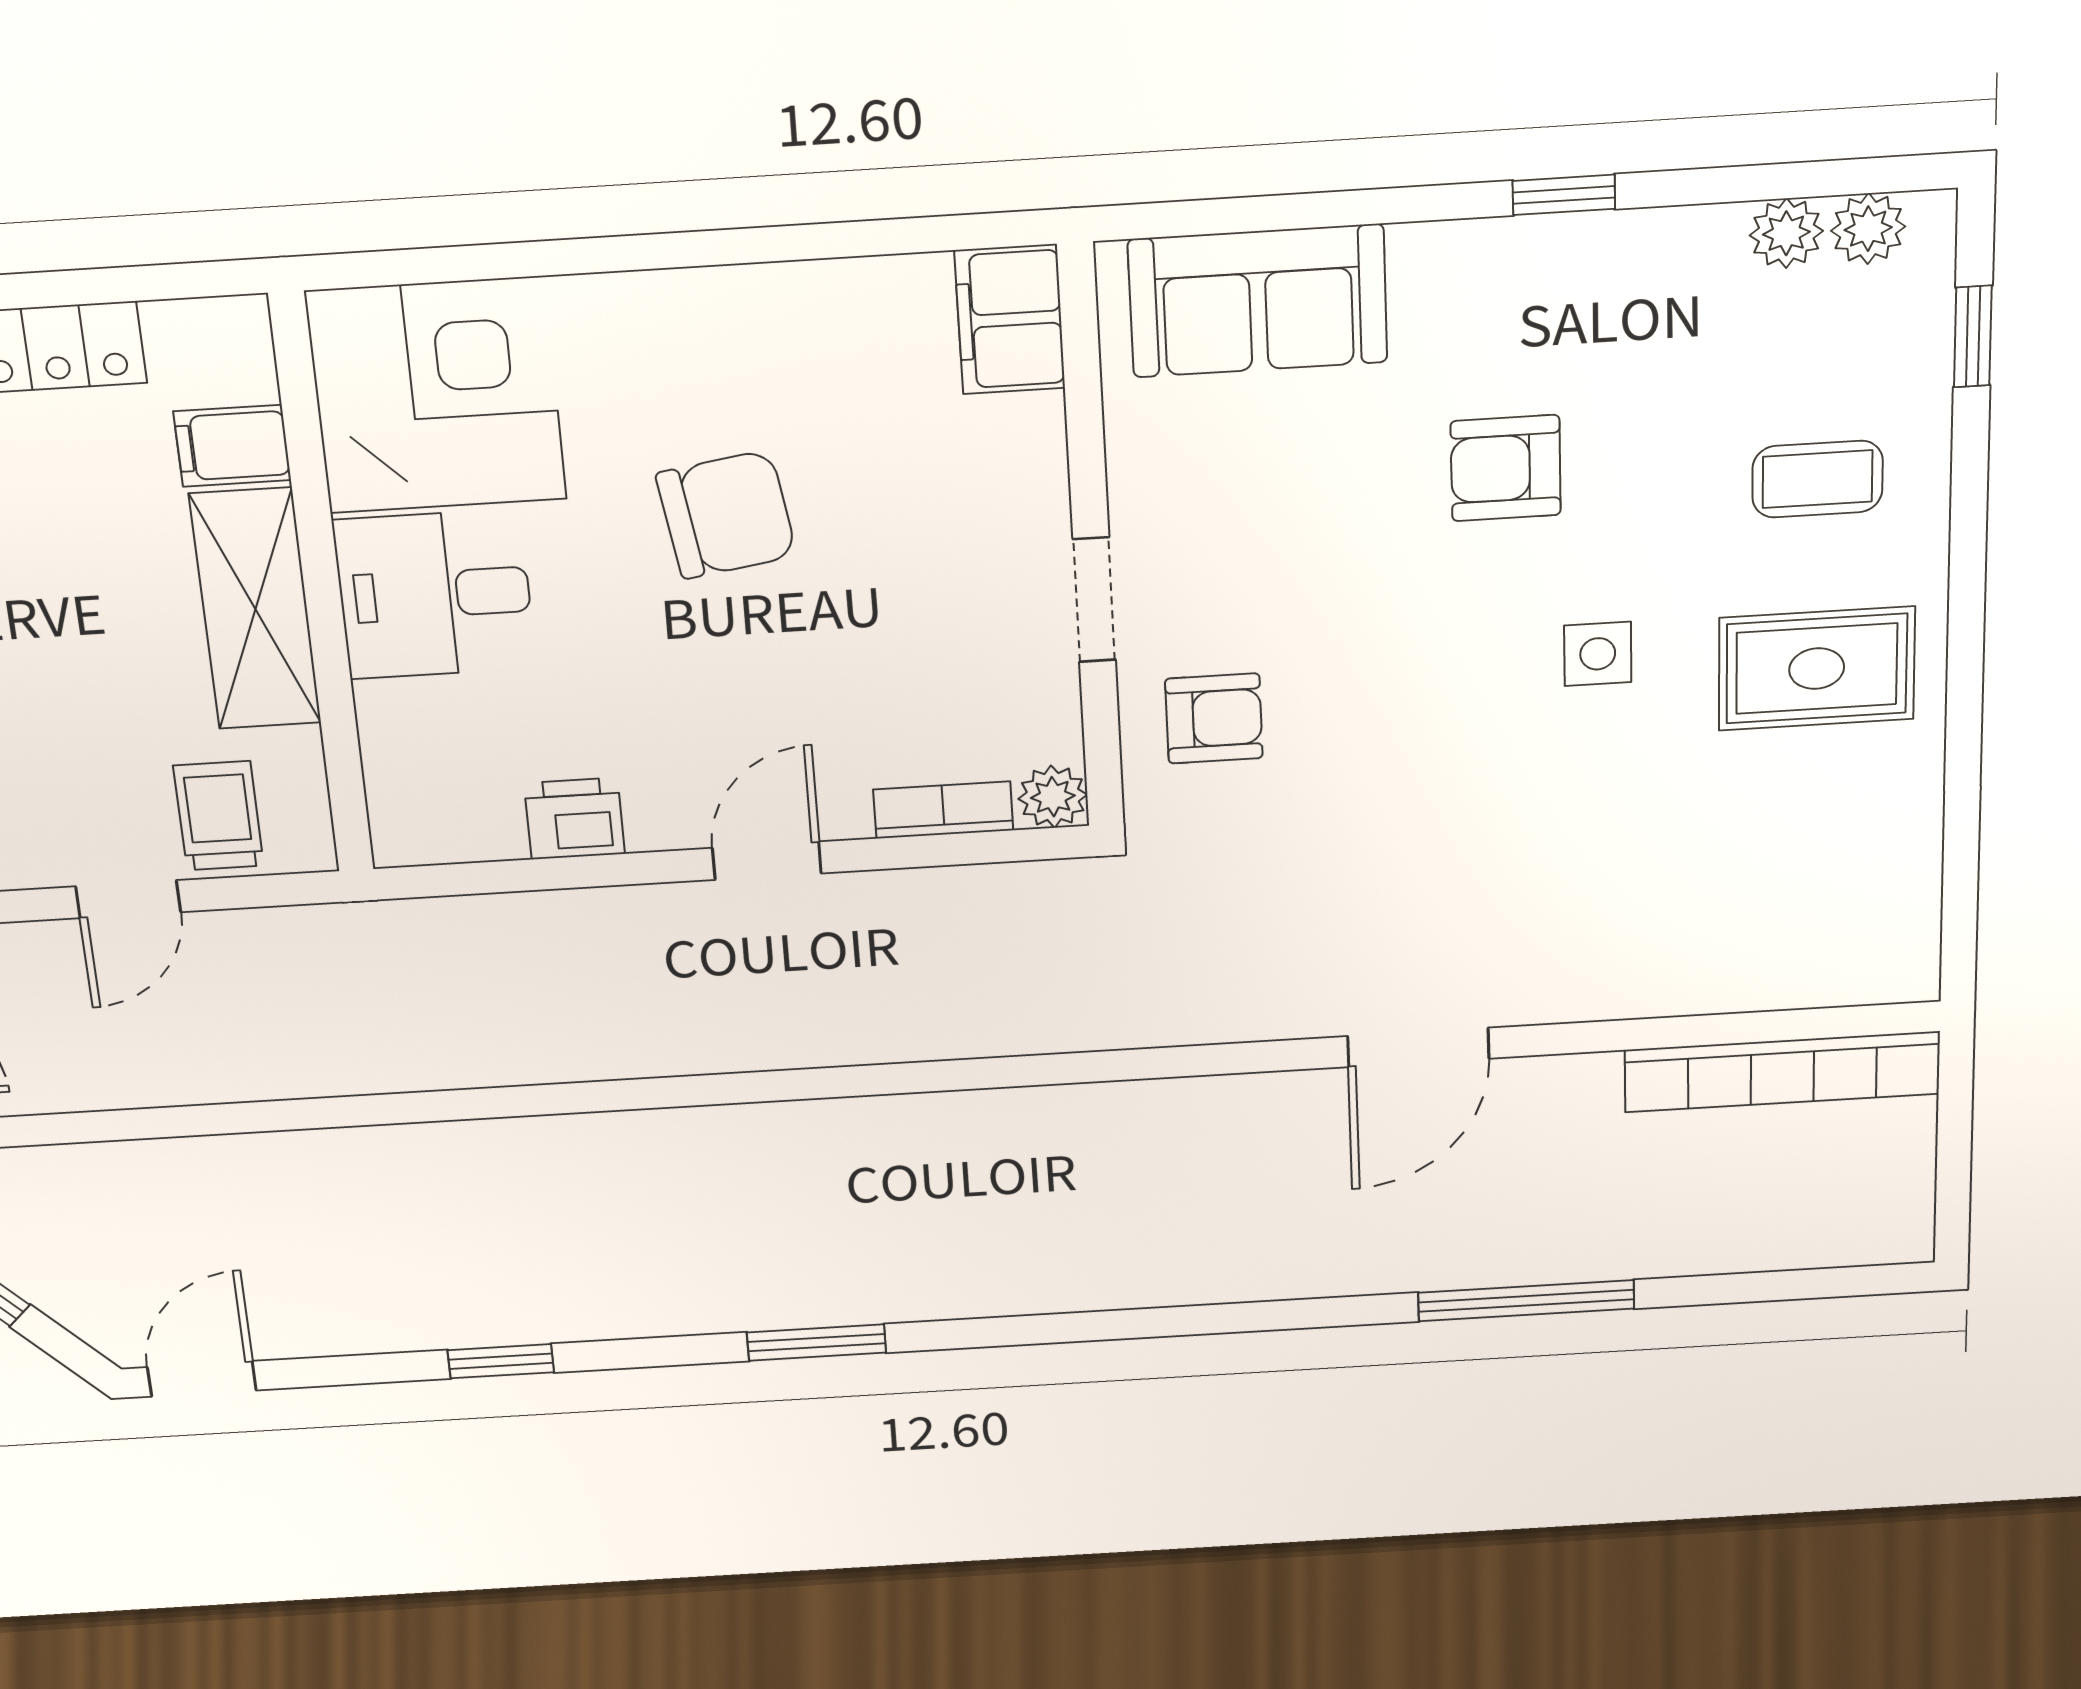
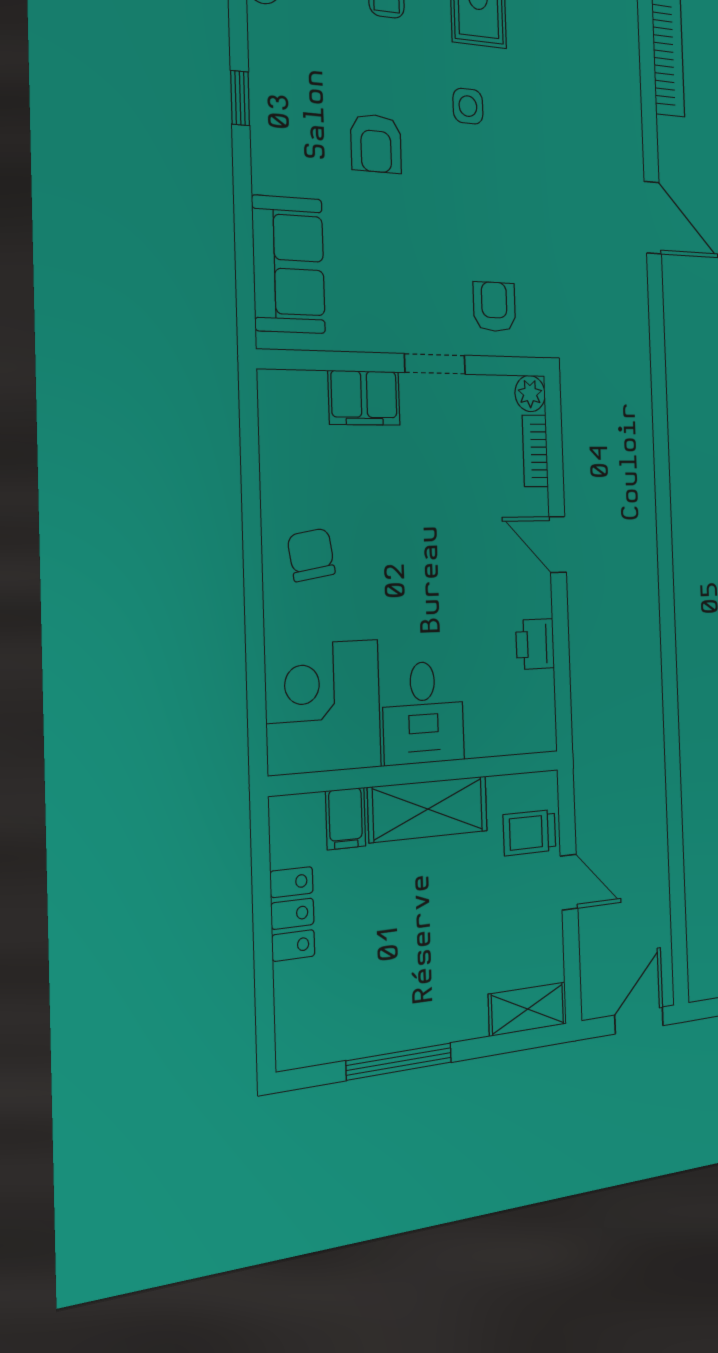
filing cabinet: (1010, 319) -> (364, 398), moved
chair: (726, 515) -> (311, 555), moved, width x0.73, depth x0.73

